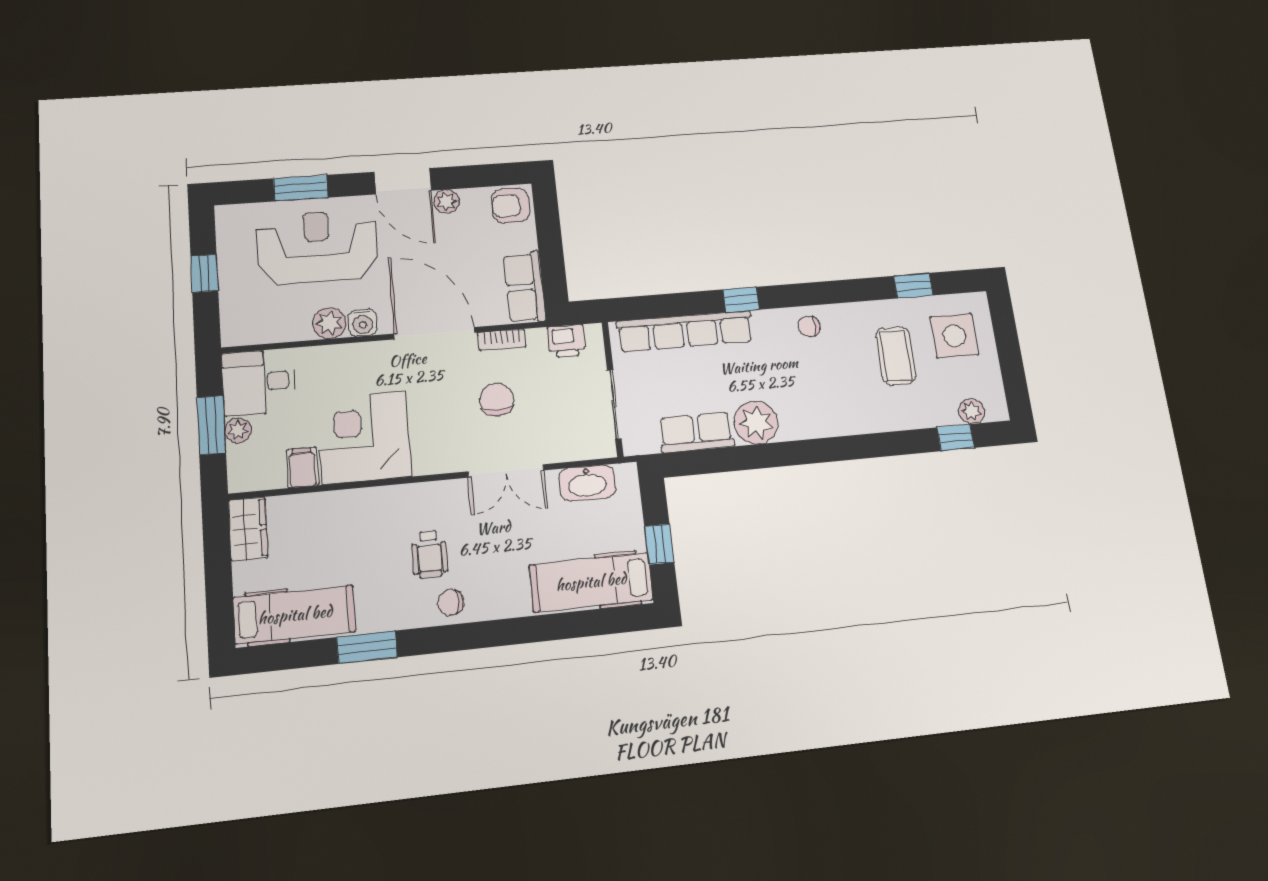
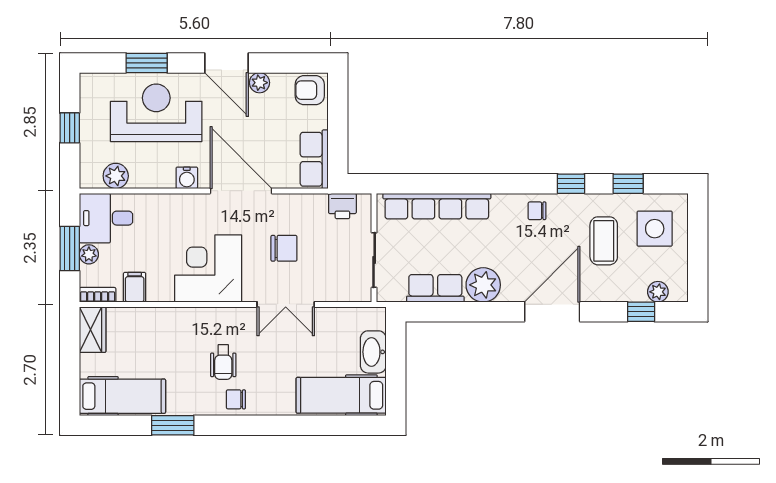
window: (741, 300) -> (571, 184), moved
plant: (329, 323) -> (116, 176), moved
bookcase: (502, 340) -> (98, 295), moved, turned 180
chair: (497, 400) -> (284, 248), turned 90
corner desk: (364, 437) -> (208, 268), moved
door: (847, 448) -> (552, 312), added
washbasin: (587, 483) -> (373, 352), moved, turned 90
window: (659, 544) -> (396, 372), removed

